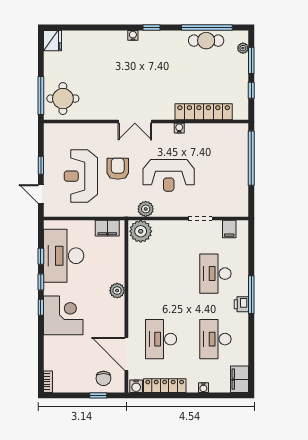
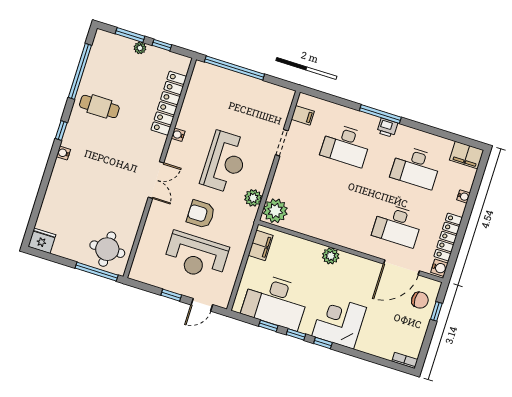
cafe table: (206, 41) -> (99, 106), moved, turned 90
plant: (243, 48) -> (140, 48), moved

